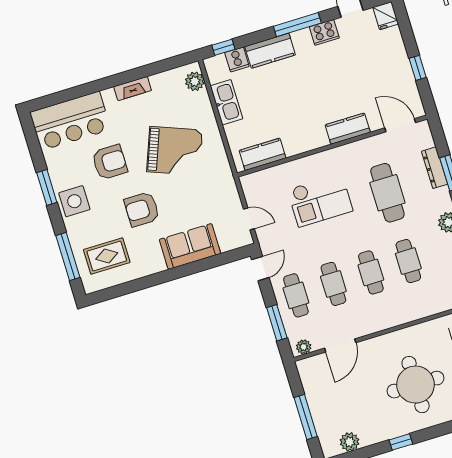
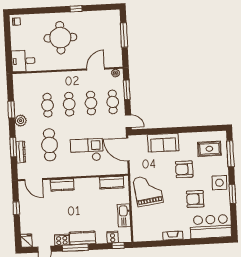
kitchen counter: (270, 51) -> (82, 238), moved
plant: (195, 81) -> (138, 231), removed
grand piano: (175, 151) -> (148, 190), moved, turned 61
armchair: (142, 209) -> (184, 169), turned 180
door: (249, 219) -> (128, 150), width x1.88
door: (260, 269) -> (128, 121), swing flipped
plant: (350, 442) -> (104, 16), removed

